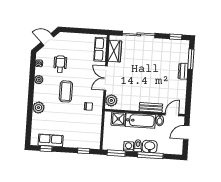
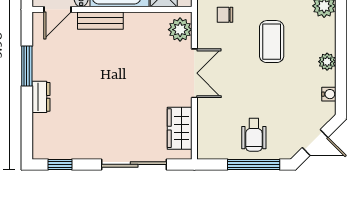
window: (79, 31) -> (254, 164), added
row of seats: (100, 49) -> (208, 130), removed
window: (191, 59) -> (27, 66), moved
wheelchair: (60, 64) -> (254, 135), moved

